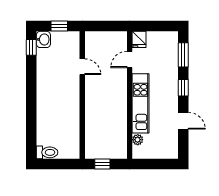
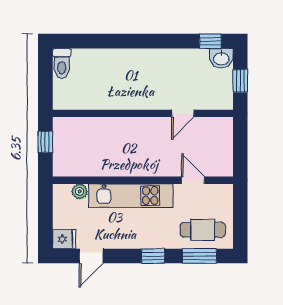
fridge: (139, 39) -> (64, 239), moved, turned 180
cafe table: (165, 53) -> (203, 230), added
door: (183, 121) -> (91, 256), moved

